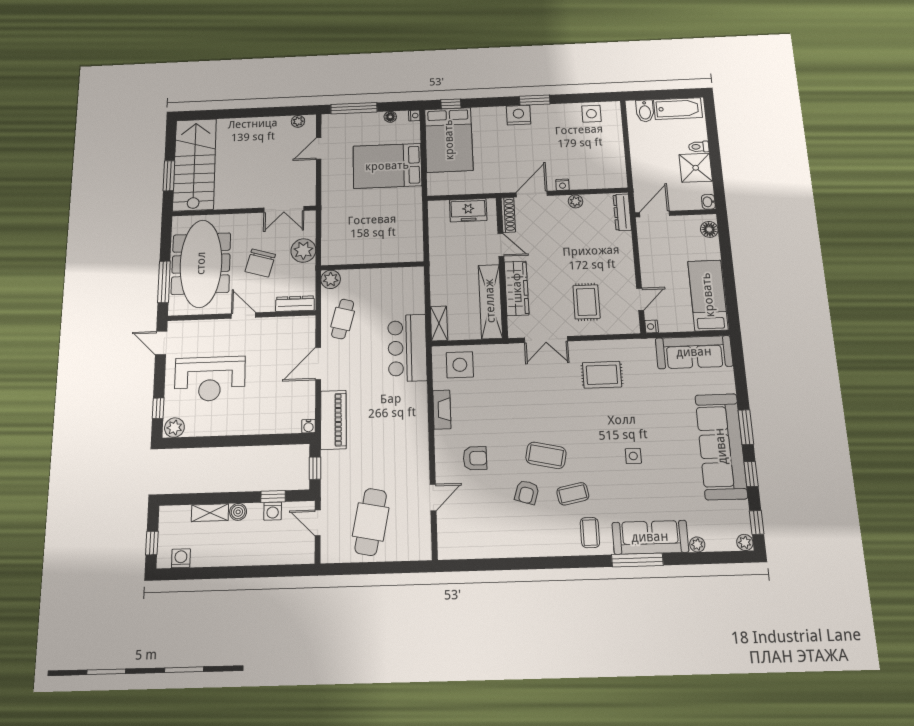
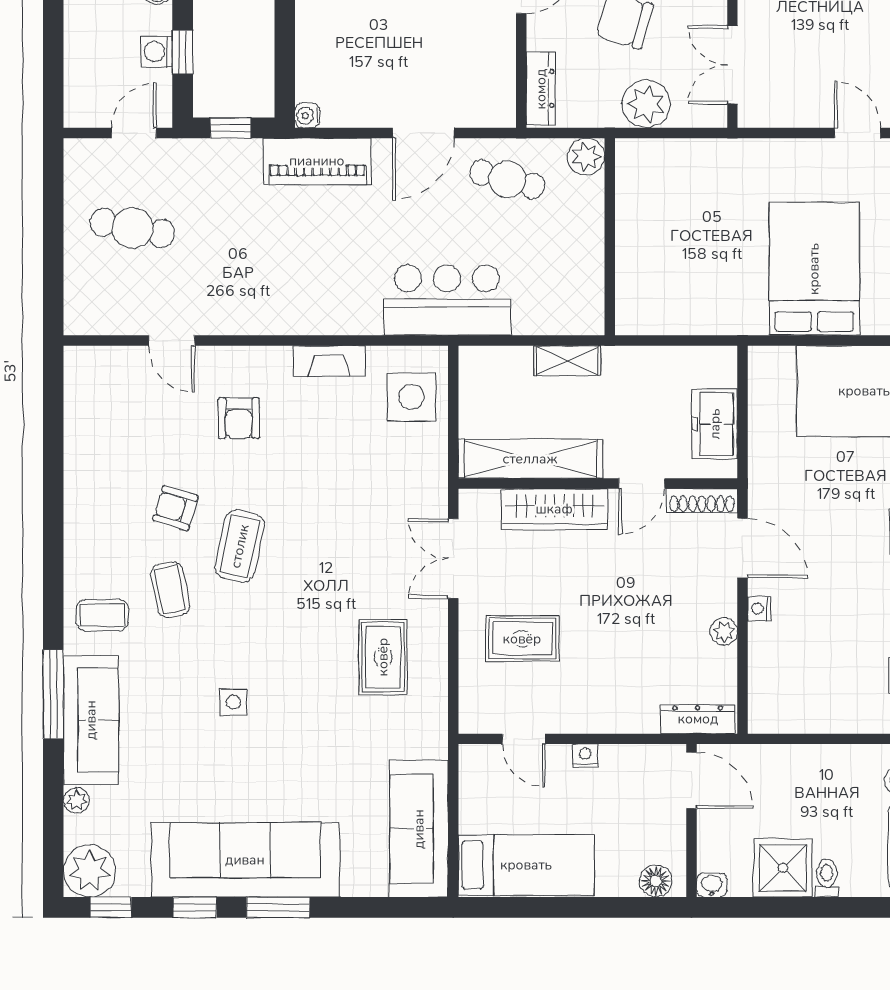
shelving: (439, 323) -> (567, 361), moved
nightstand: (652, 327) -> (585, 755), moved
door: (318, 364) -> (423, 133), swing flipped
cafe table: (371, 522) -> (132, 228), width x0.73, depth x0.74
plant: (745, 542) -> (90, 871), width x1.87, depth x1.87

